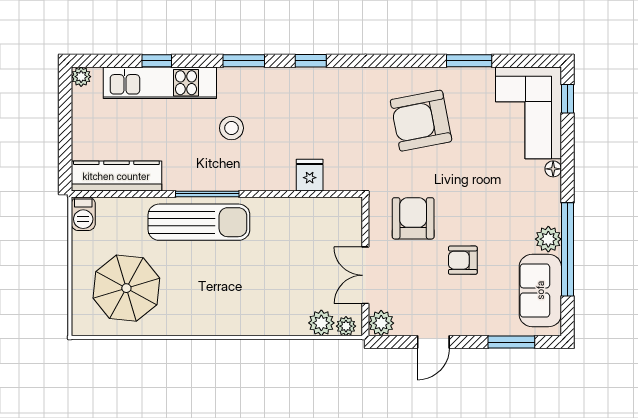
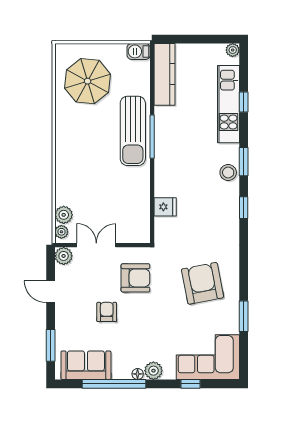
window: (567, 99) -> (191, 384), moved
stool: (231, 128) -> (228, 173), moved
floor lamp: (553, 169) -> (138, 374), moved
plant: (548, 239) -> (153, 371), moved

